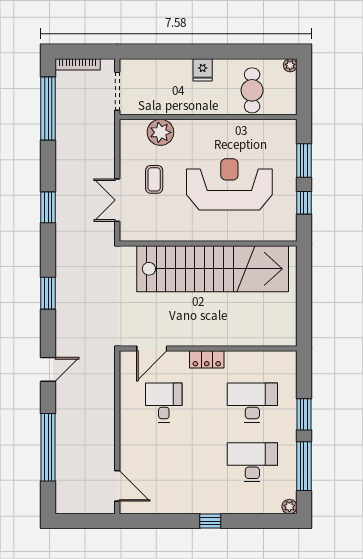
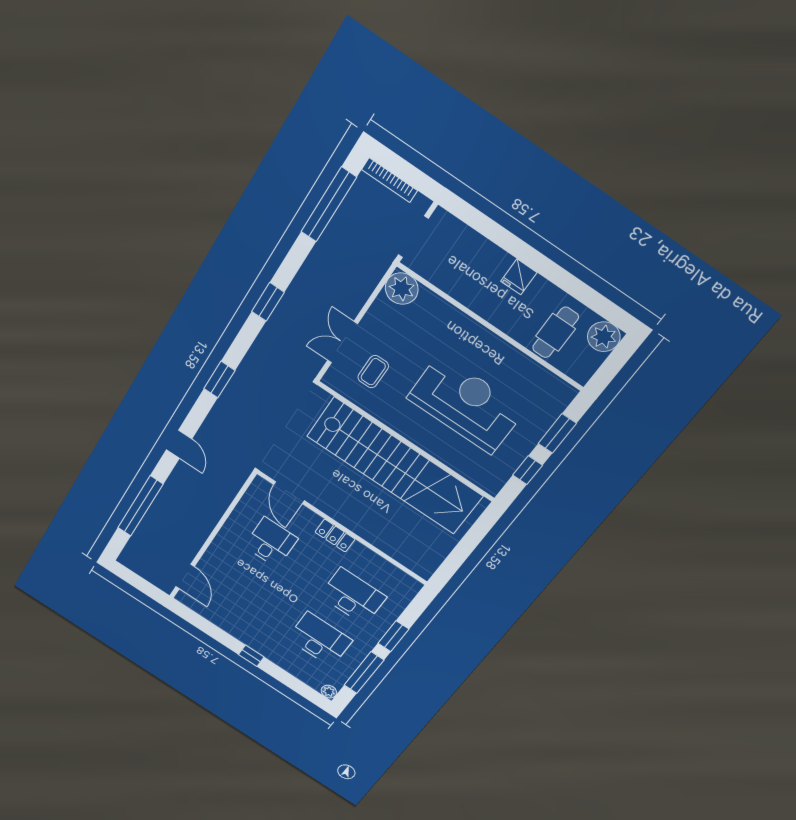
plant: (290, 65) -> (604, 337), width x1.88, depth x1.88
plant: (160, 132) -> (402, 289), moved
coffee table: (154, 179) -> (373, 372), moved
door: (152, 349) -> (289, 493), hinge flipped
door: (48, 369) -> (179, 444), hinge flipped

